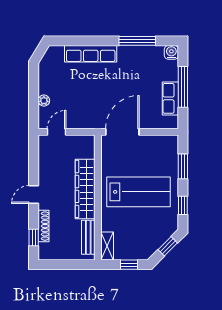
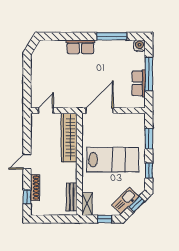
row of seats: (91, 54) -> (80, 47), width x0.68
plant: (44, 101) -> (35, 85), removed
wardrobe: (85, 189) -> (69, 138), moved
kitchen sink: (154, 242) -> (125, 201), added

